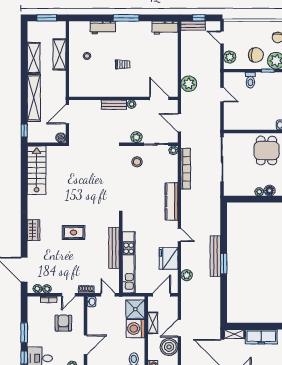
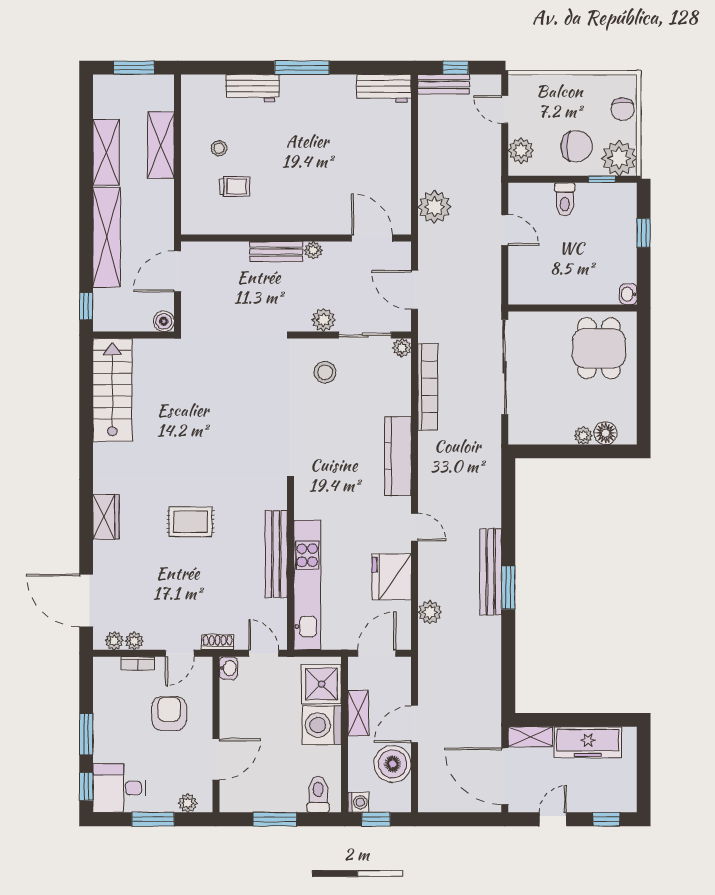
trolley: (123, 64) -> (235, 186), moved

